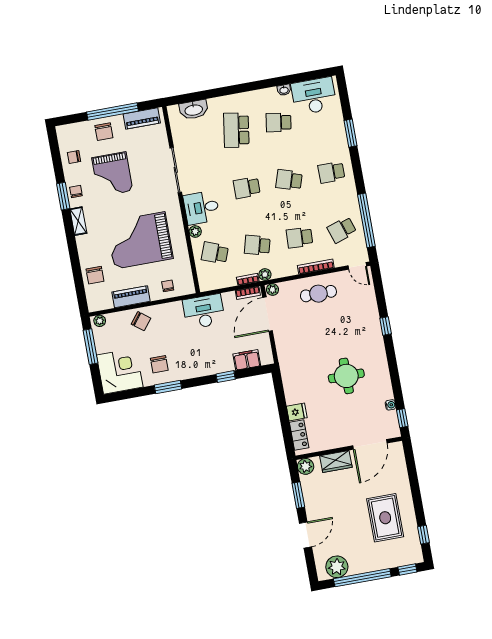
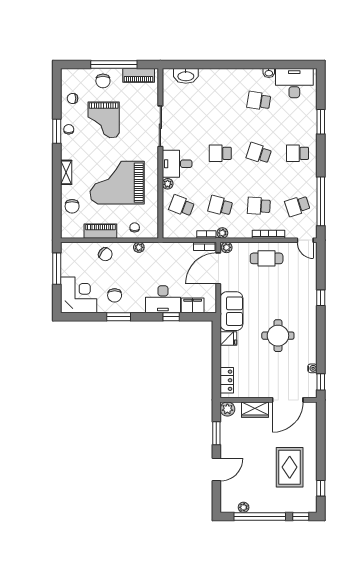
school desk: (236, 130) -> (220, 101), removed
shelving: (78, 221) -> (66, 172), moved
desk: (204, 311) -> (163, 299), moved, turned 180
plant: (100, 321) -> (139, 247), moved
sofa: (291, 358) -> (232, 311), added
fridge: (297, 412) -> (228, 339), moved
plant: (337, 567) -> (244, 507), width x0.53, depth x0.53

